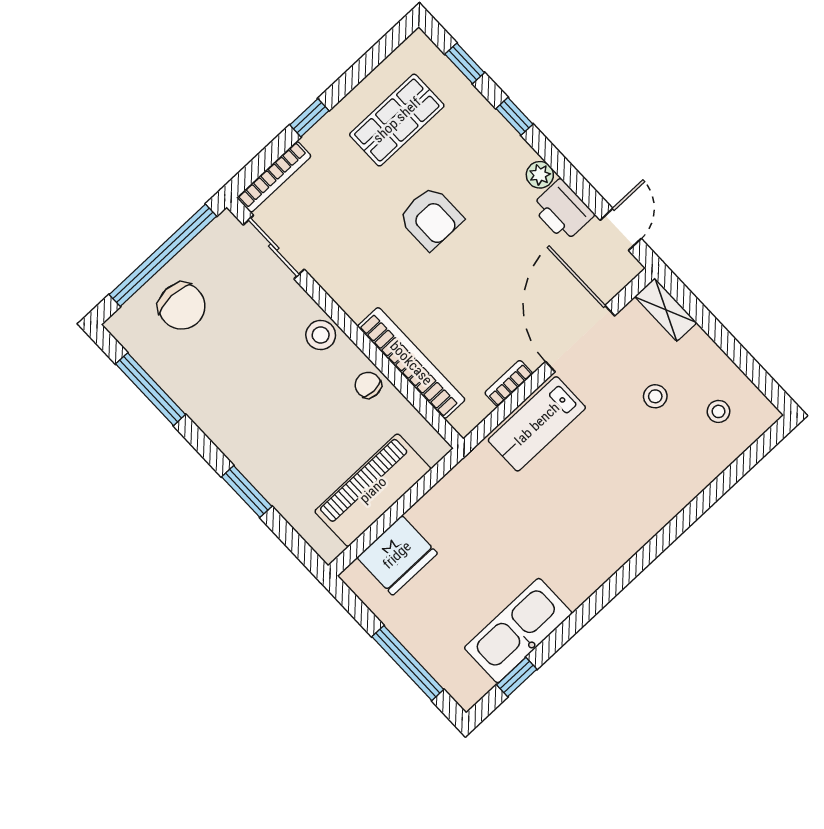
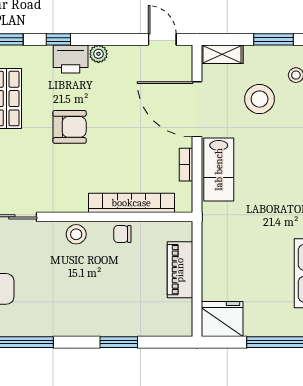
printer: (563, 210) -> (71, 59), moved
window: (734, 351) -> (273, 39), added
stool: (655, 396) -> (260, 99), width x1.89, depth x1.89
piano: (373, 490) -> (180, 270), width x0.73, depth x0.75
fridge: (397, 555) -> (222, 319), moved, turned -90

